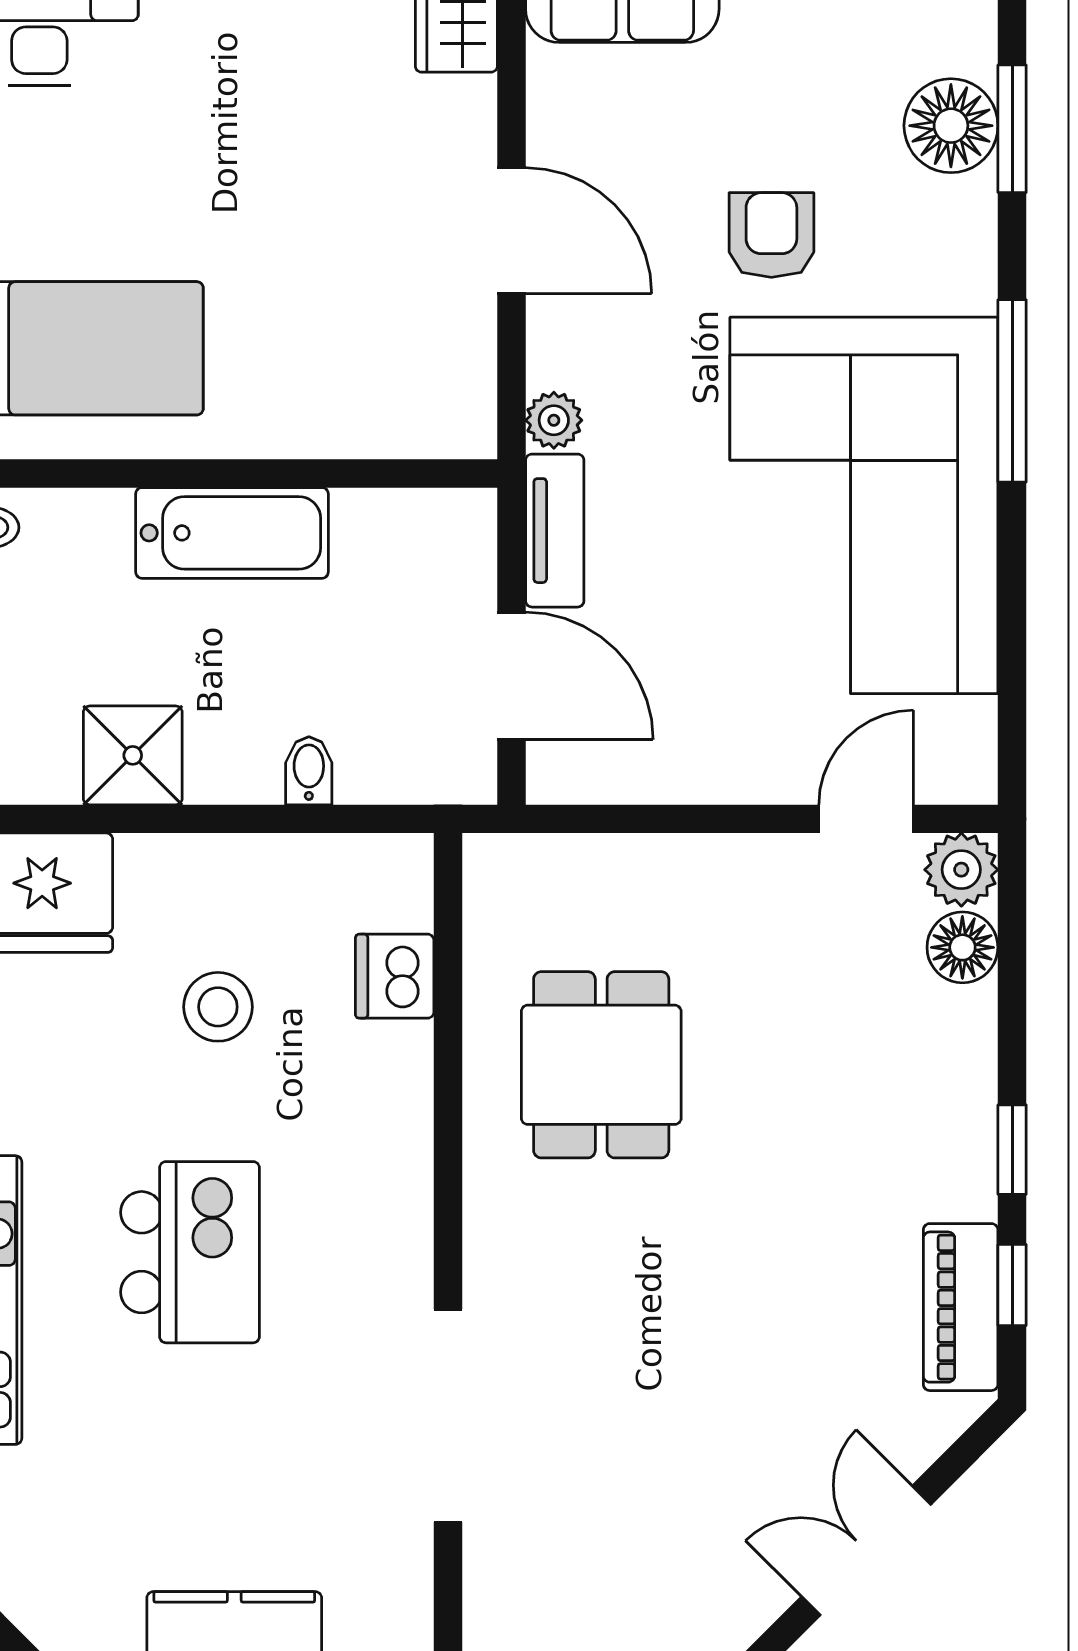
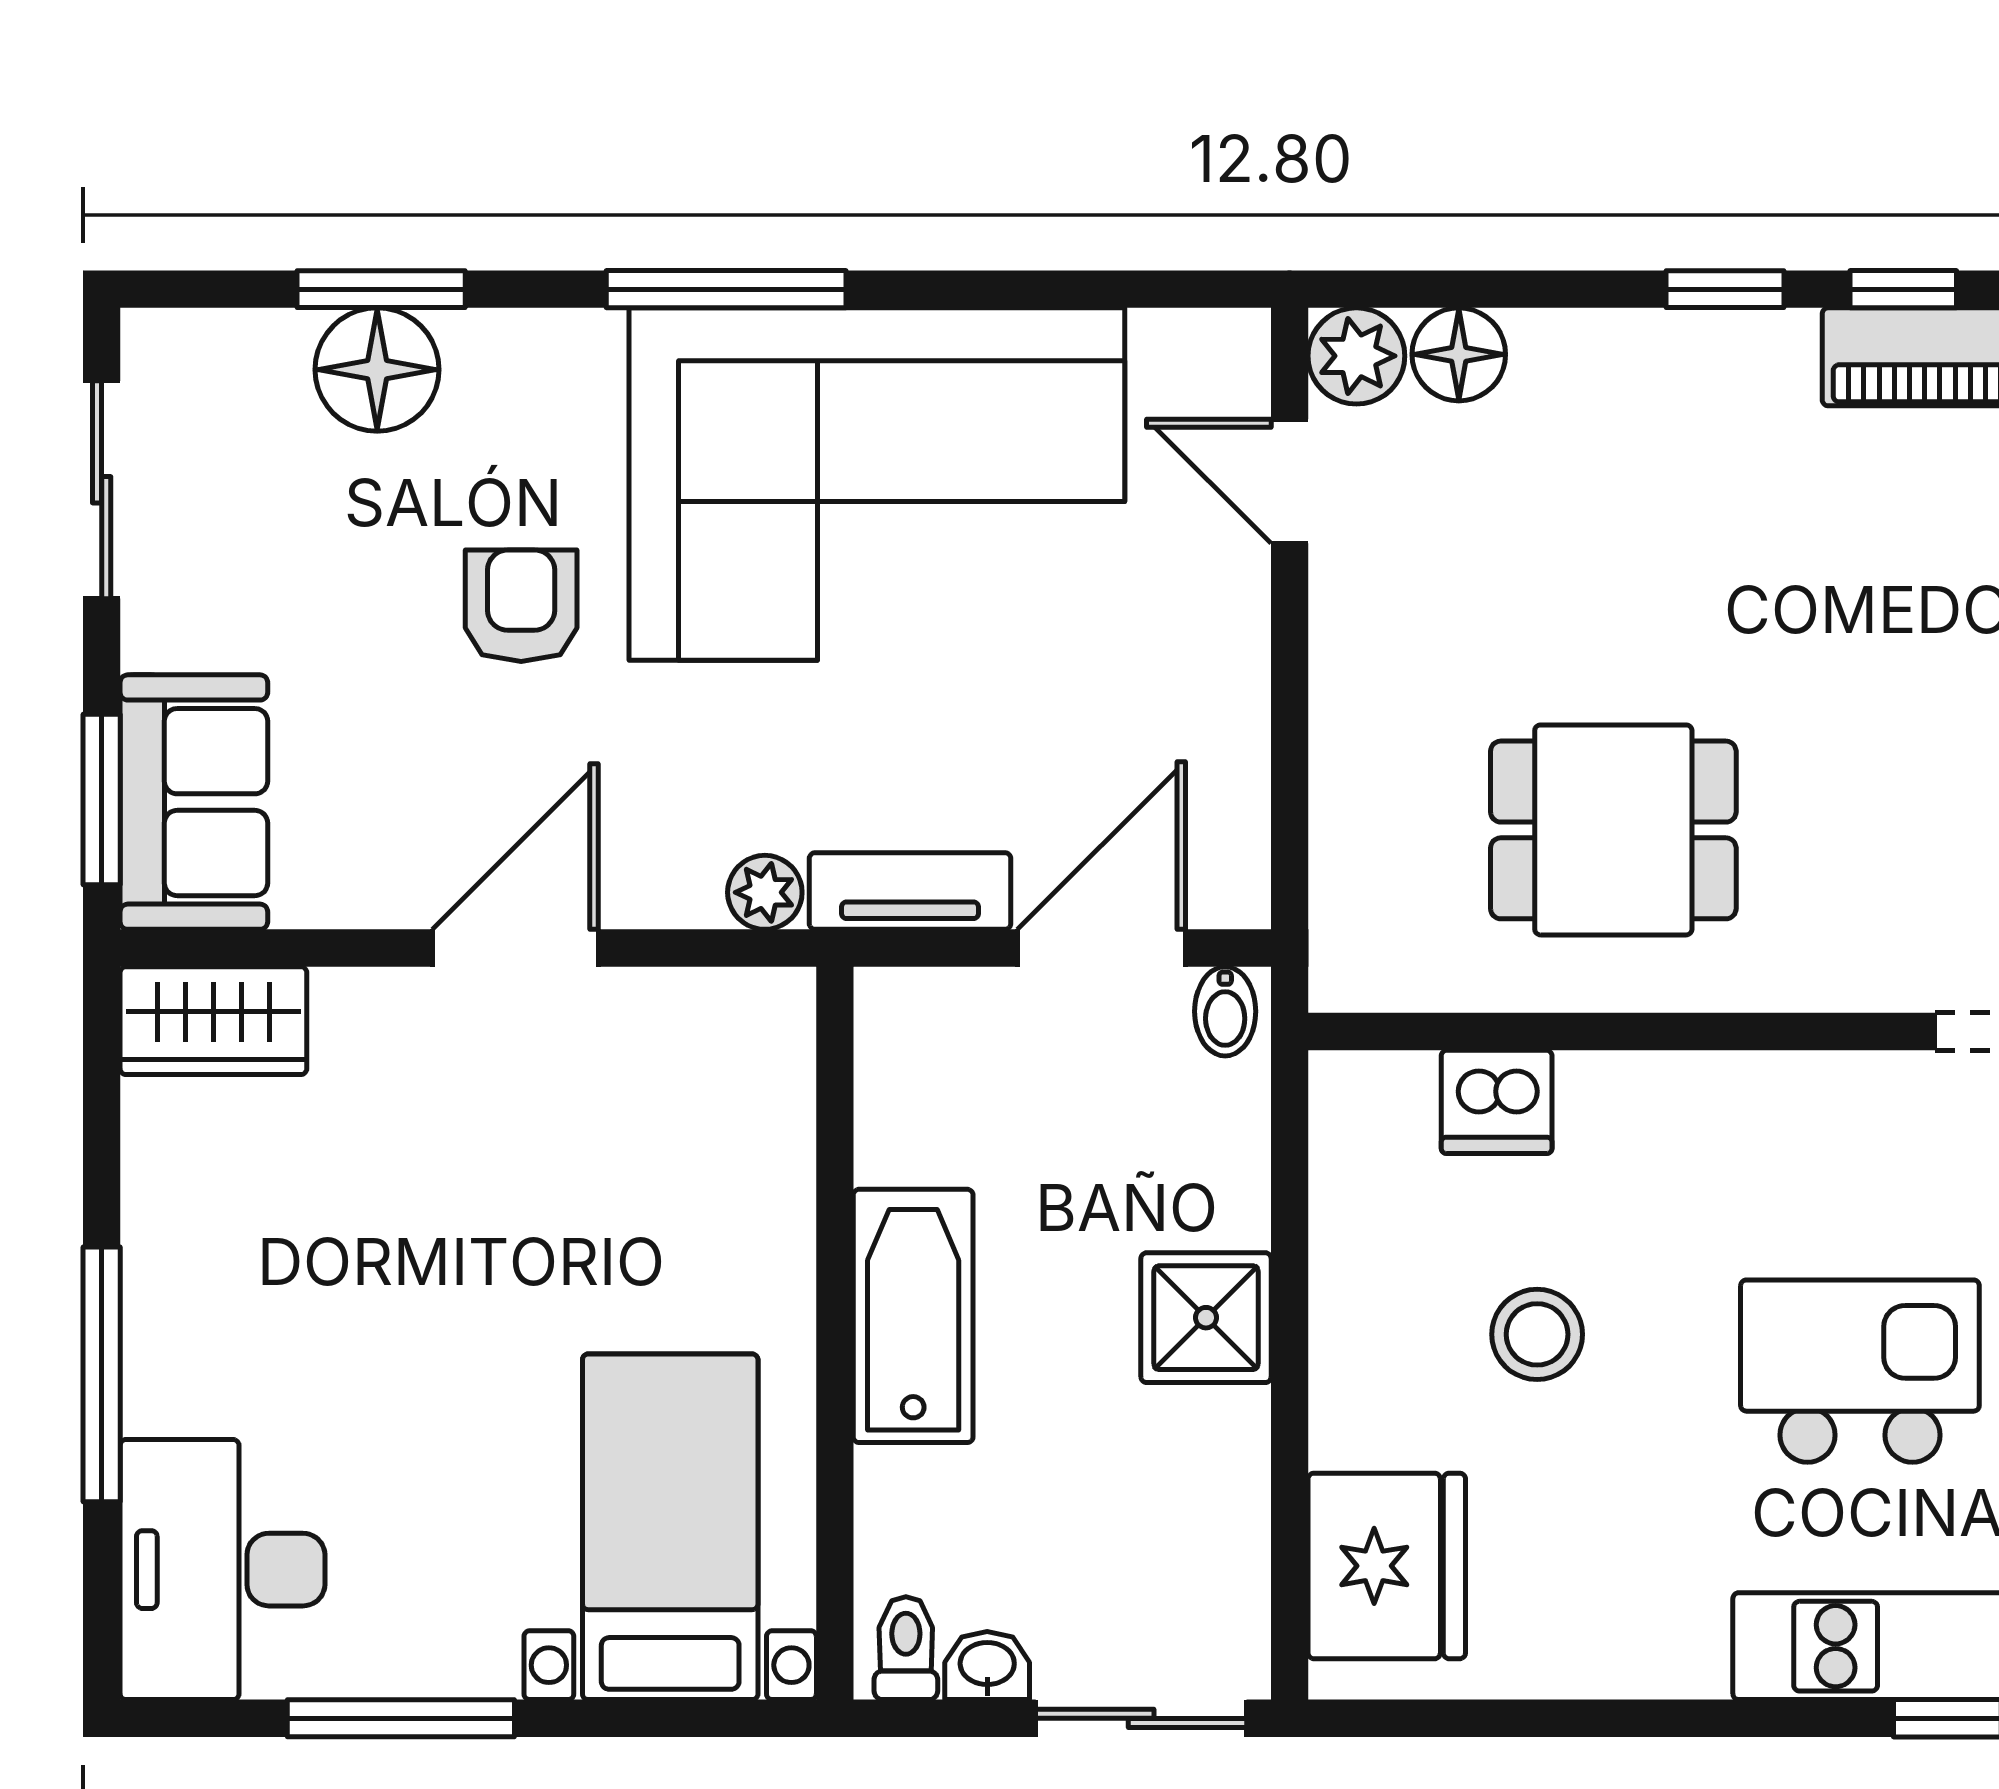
armchair: (771, 235) -> (521, 606), turned 90
shower: (133, 755) -> (1206, 1318), moved
bidet: (309, 771) -> (1225, 1011), moved, turned -90

